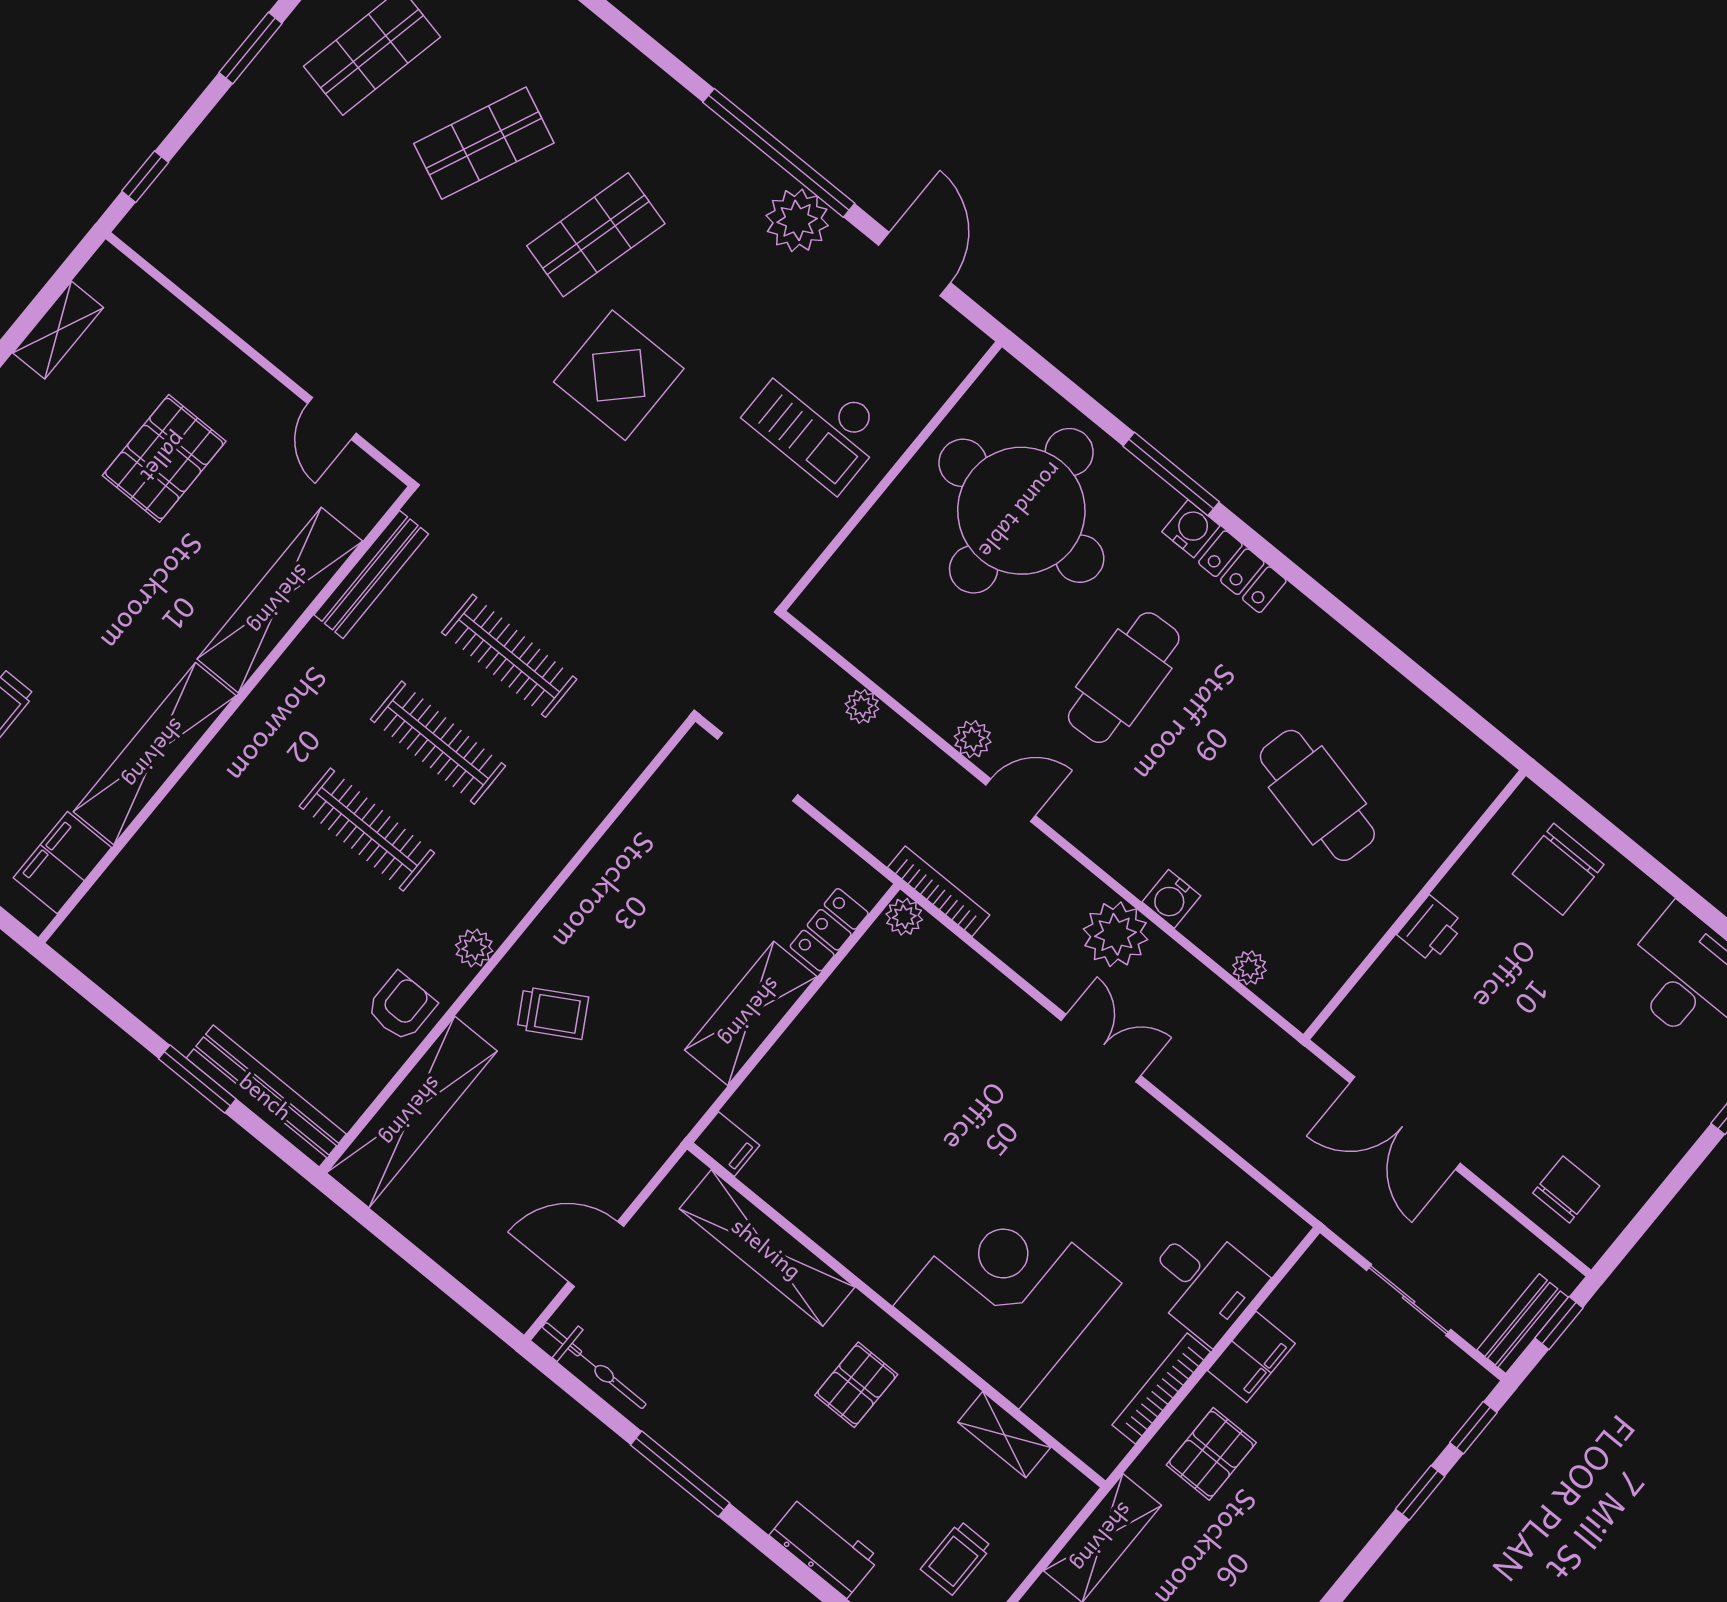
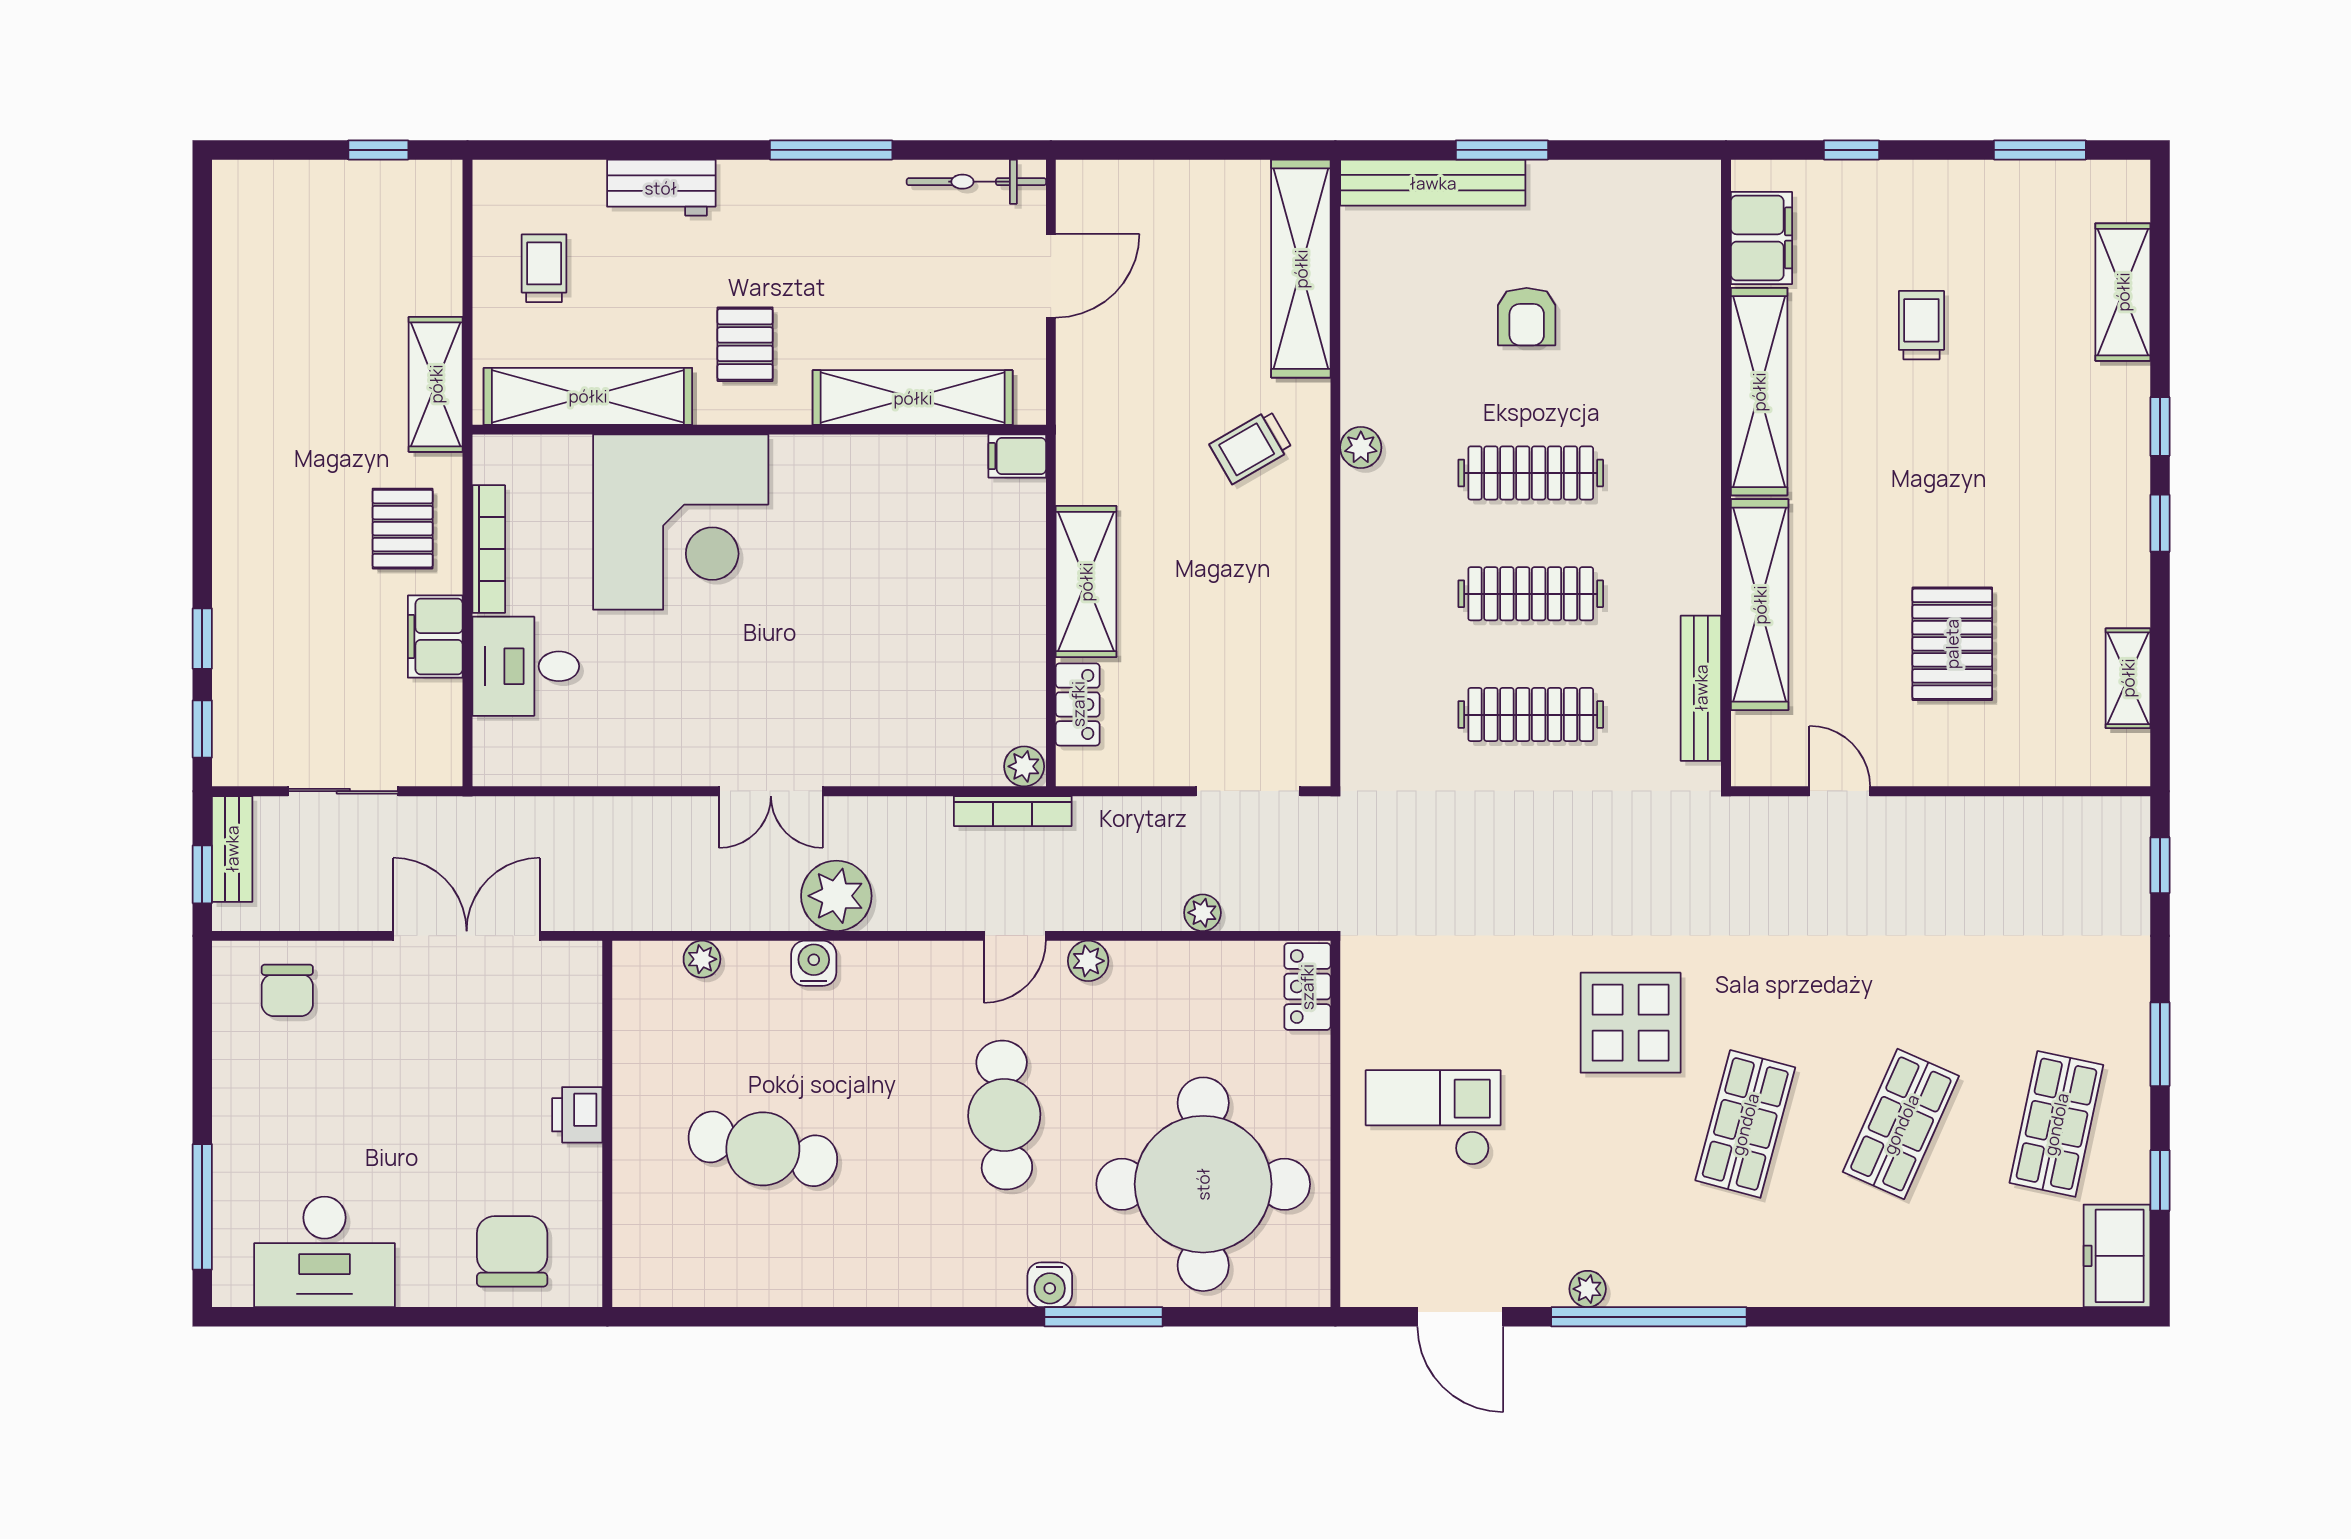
plant: (797, 220) -> (1588, 1289), width x0.53, depth x0.53
locker: (1242, 572) -> (1307, 987), moved, turned -90
armchair: (401, 1007) -> (1527, 317), moved
shelving: (1004, 1435) -> (588, 396), width x2.20, depth x1.33

